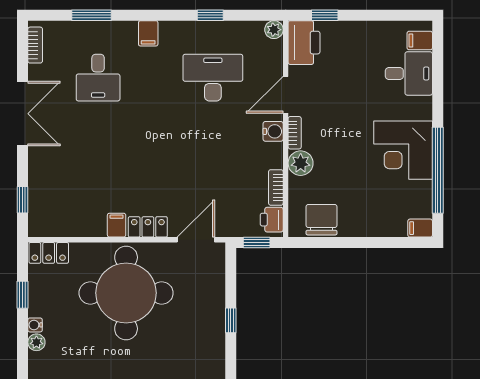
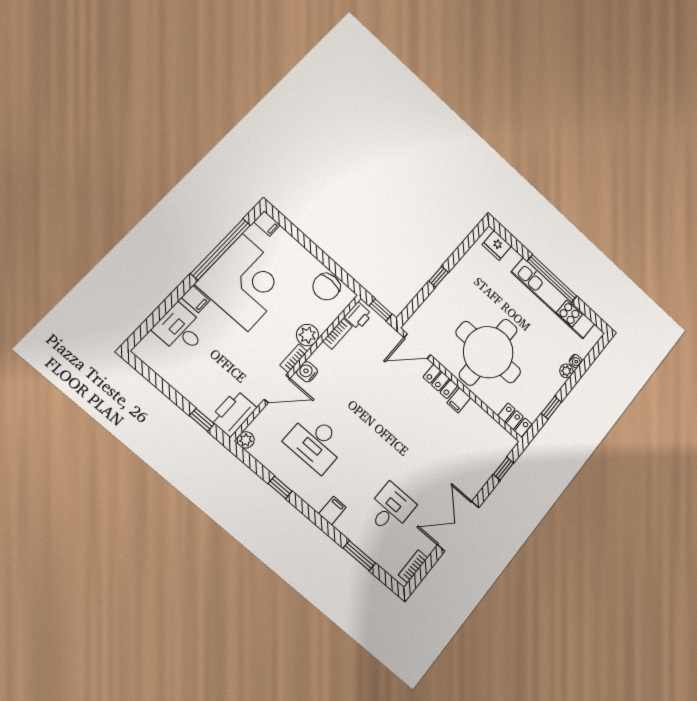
filing cabinet: (420, 41) -> (196, 299), moved
corner desk: (403, 150) -> (245, 282), width x1.36, depth x1.36
water cooler: (35, 325) -> (576, 361), moved

